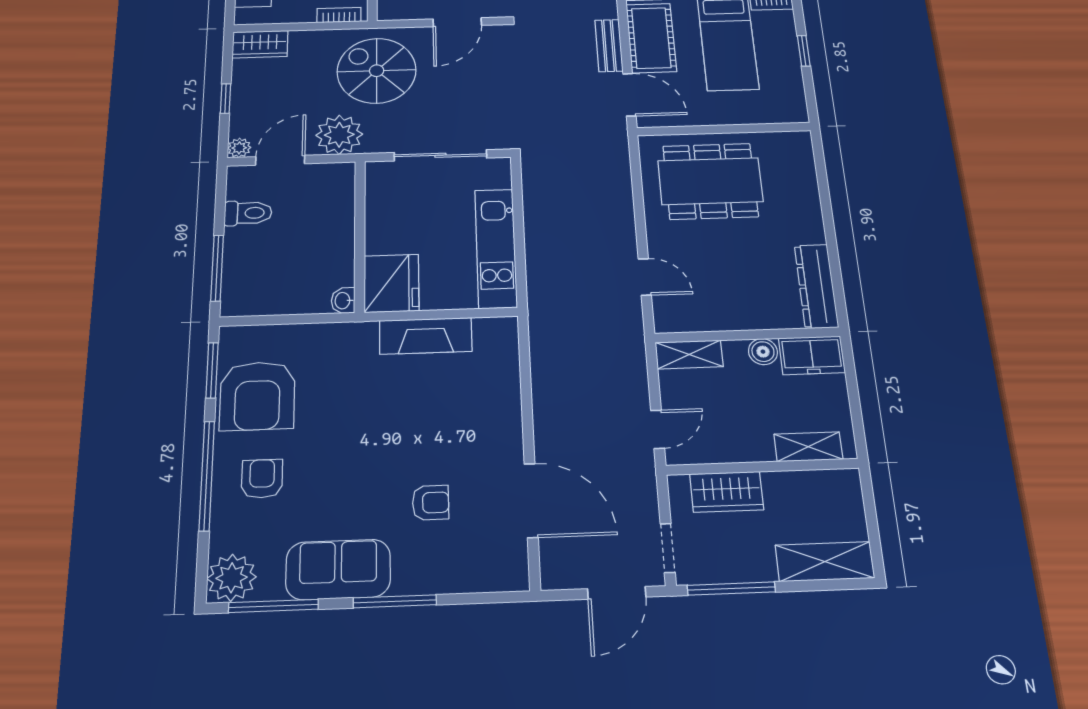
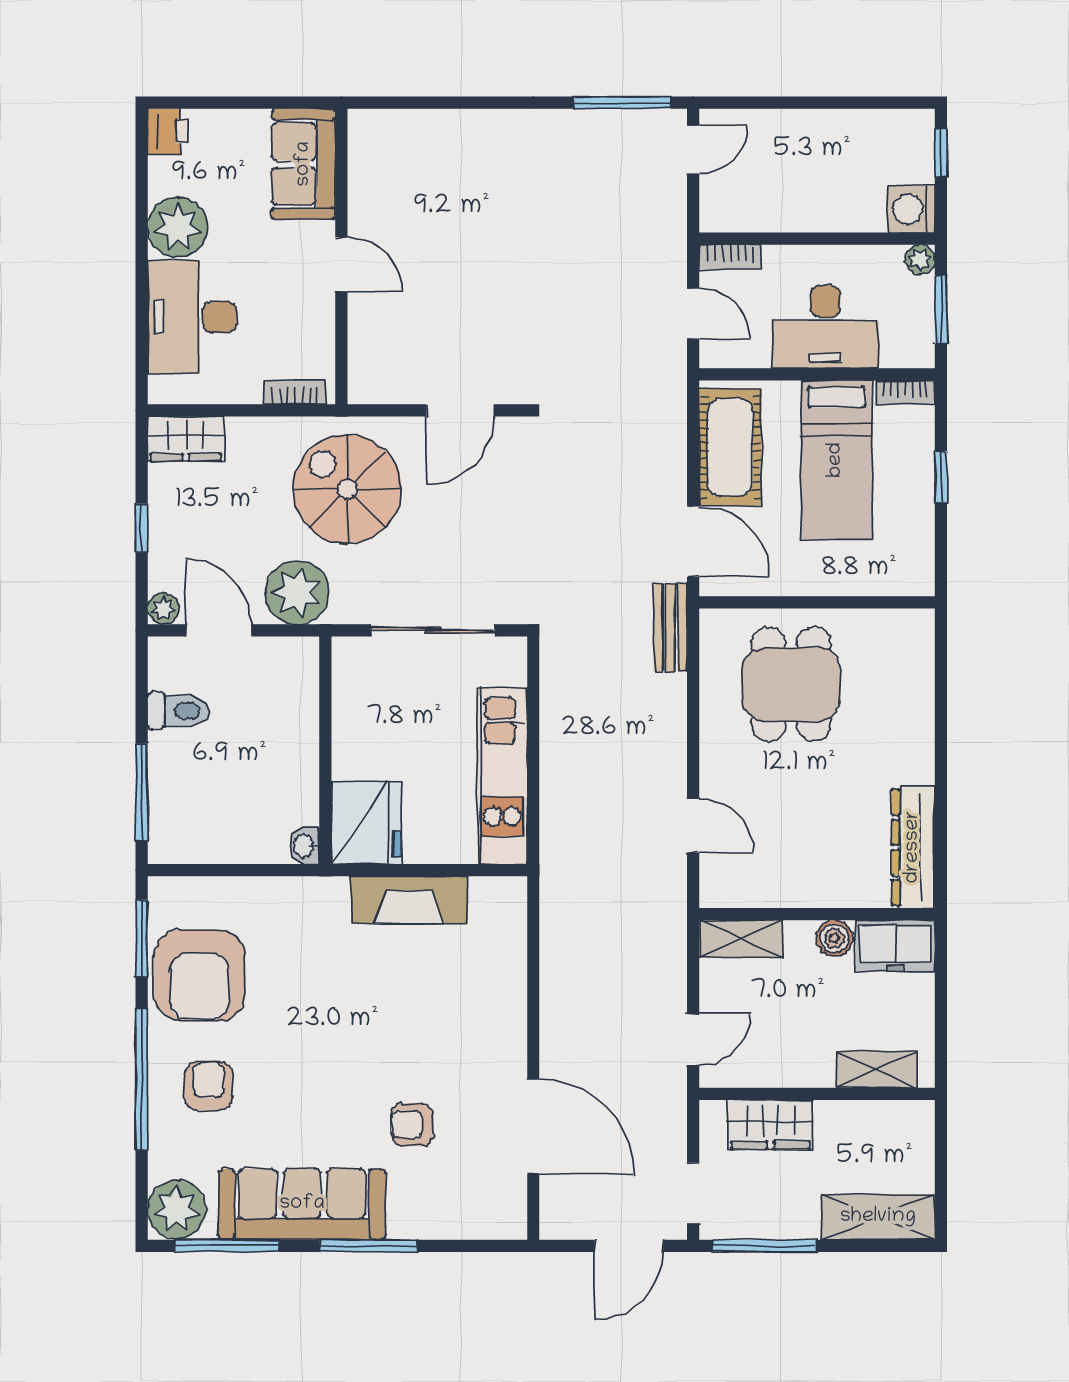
bench: (609, 46) -> (670, 628), moved
door: (280, 160) -> (219, 630), hinge flipped
dining table: (710, 181) -> (791, 684), width x0.73
armchair: (431, 503) -> (412, 1125), turned 180
sofa: (338, 569) -> (302, 1204), width x1.36

